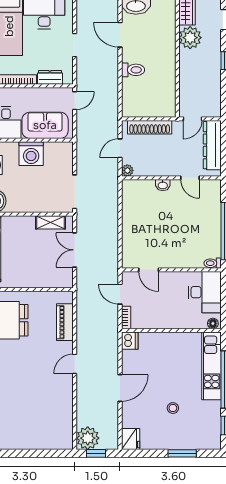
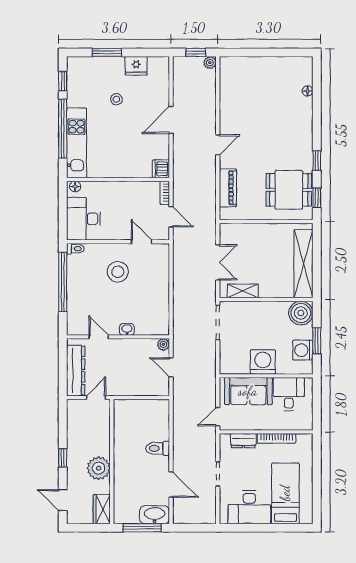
plant: (190, 38) -> (99, 468), moved
shoe rack: (150, 127) -> (140, 389), removed
door: (120, 148) -> (171, 367), swing flipped
stool: (172, 241) -> (118, 272), added
plant: (88, 438) -> (210, 63), width x0.53, depth x0.53
fridge: (131, 439) -> (136, 66), moved, turned -90

